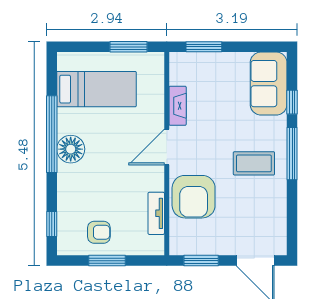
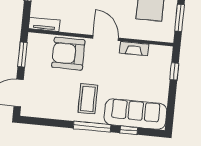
window: (204, 47) -> (174, 71), width x0.67
sofa: (269, 84) -> (135, 114), width x1.36
tv unit: (156, 213) -> (44, 24), moved

